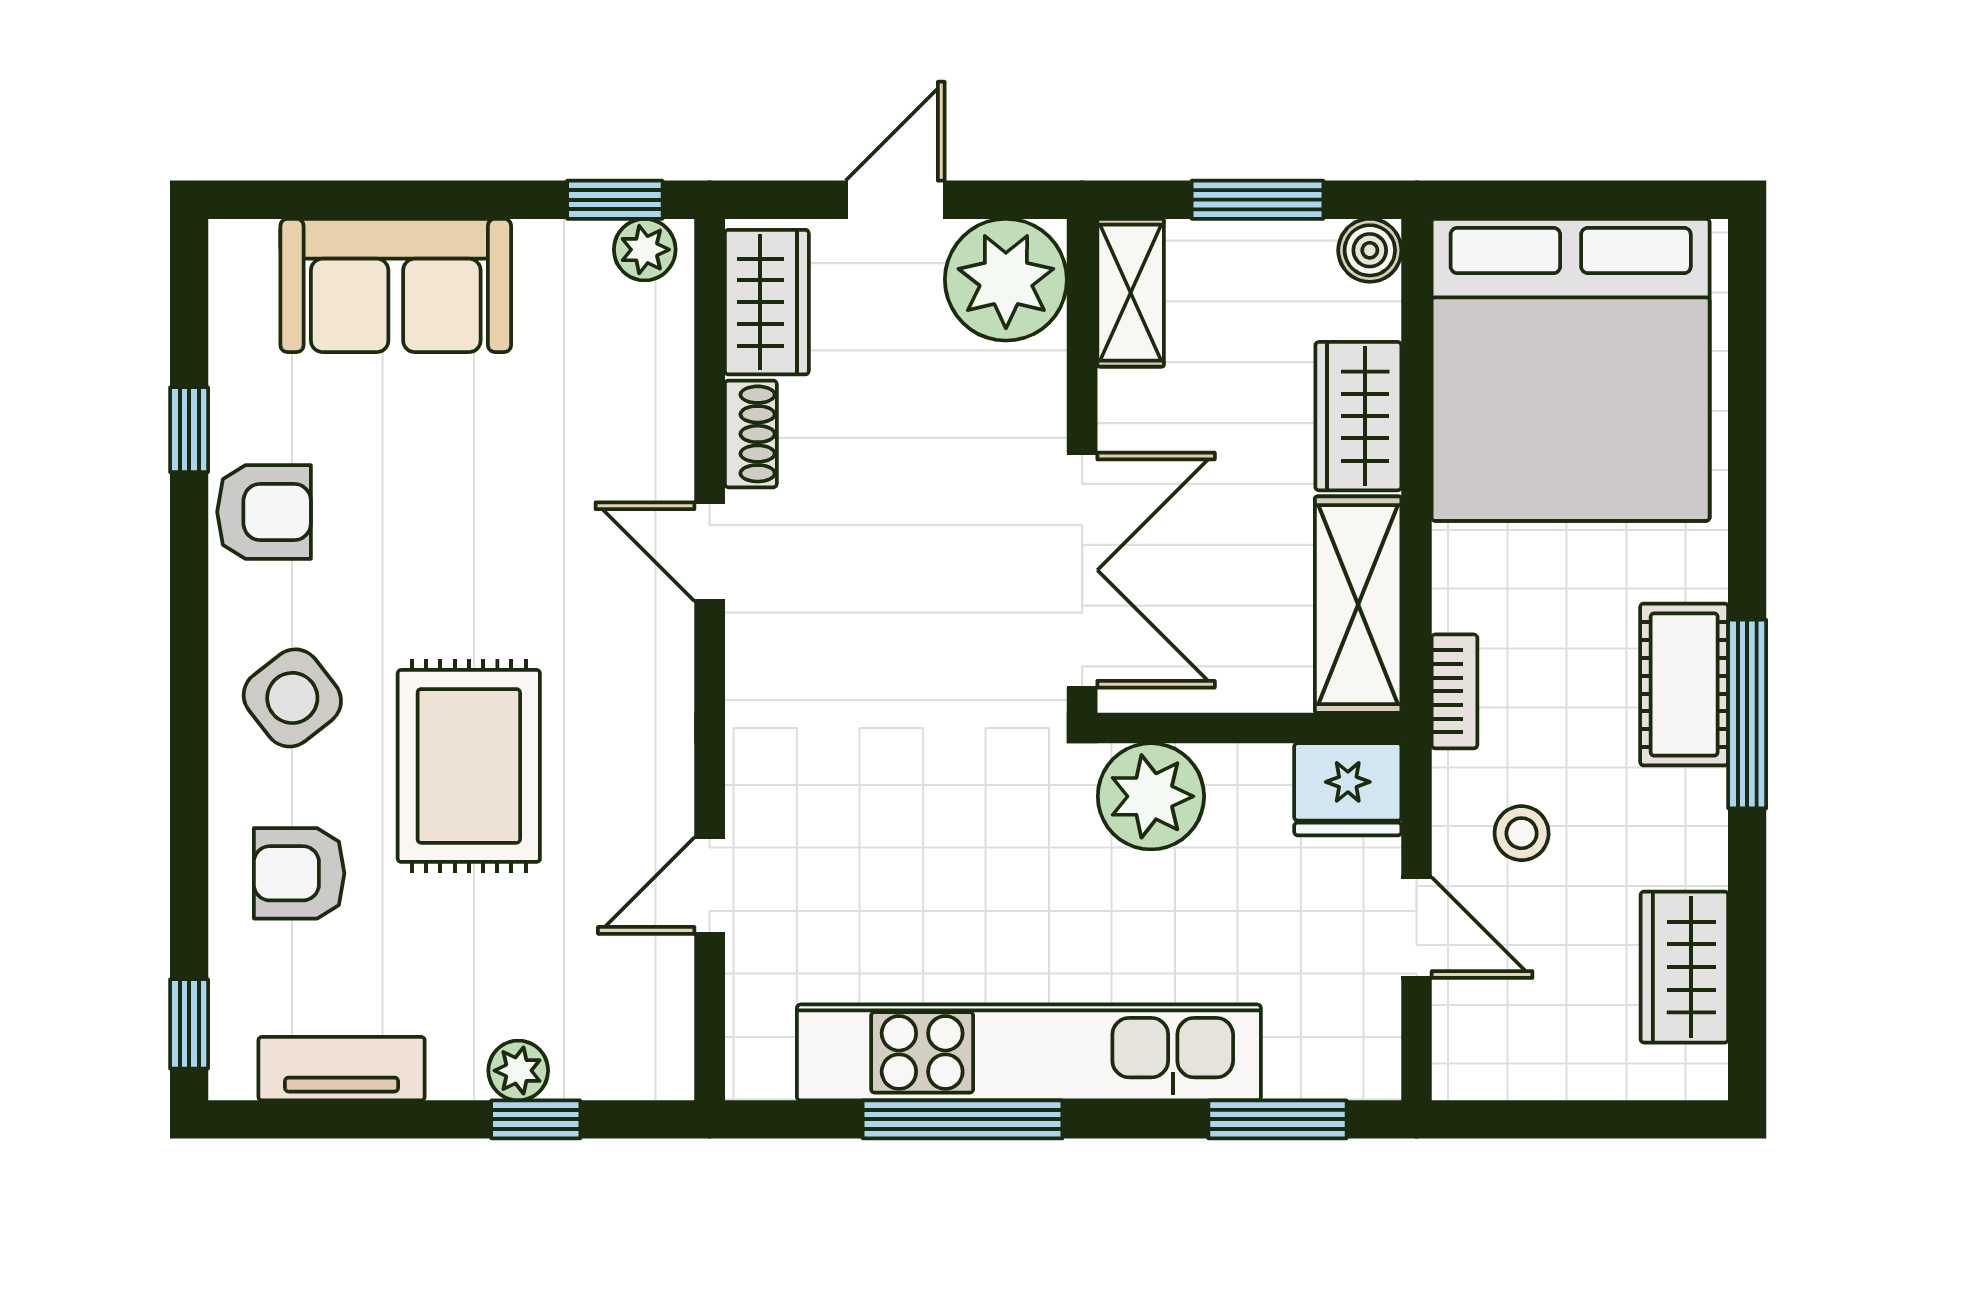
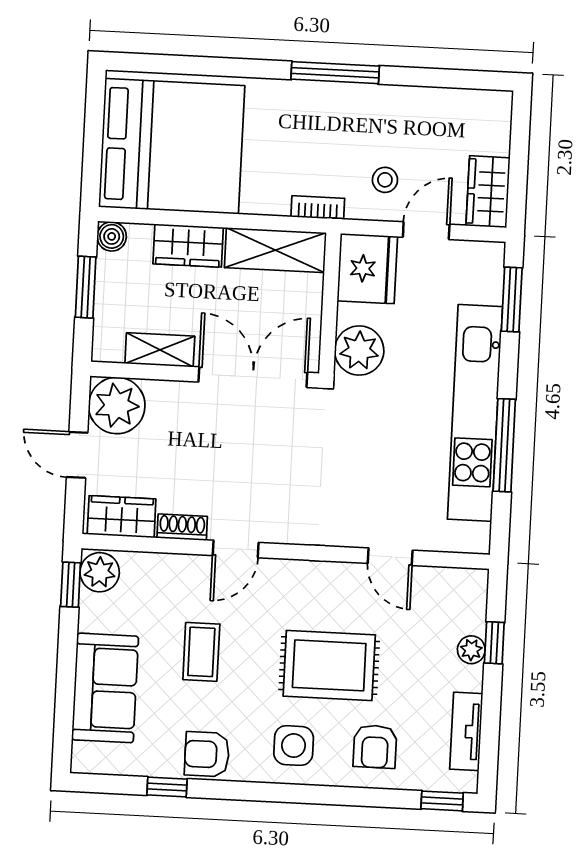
plant: (645, 250) -> (100, 572), width x1.38, depth x1.38
shelving: (1131, 293) -> (160, 350), moved
coffee table: (484, 489) -> (201, 652), added
armchair: (264, 512) -> (207, 754), turned -90
cot: (1684, 685) -> (320, 101), removed
side table: (292, 698) -> (294, 746), turned 38
fridge: (1348, 789) -> (367, 269), width x1.36, depth x1.34
wardrobe: (1684, 967) -> (488, 192), moved, turned 90

